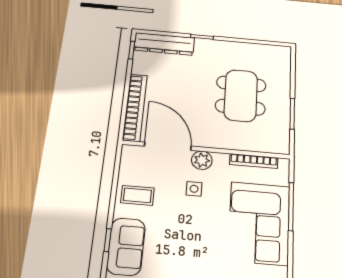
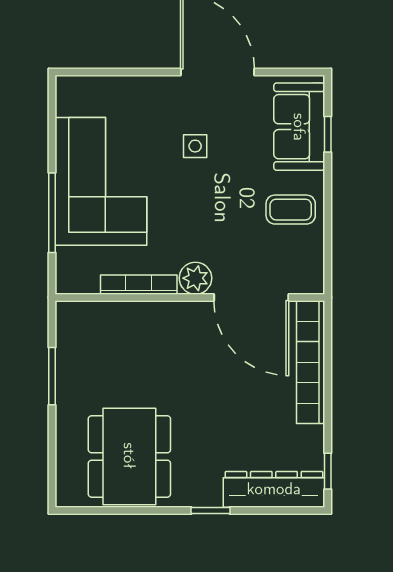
dining table: (241, 95) -> (129, 456), moved
bookcase: (254, 161) -> (139, 285), moved
side table: (194, 189) -> (195, 146), moved

